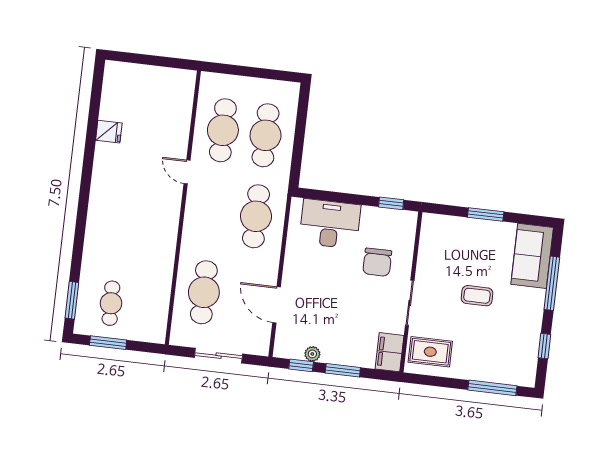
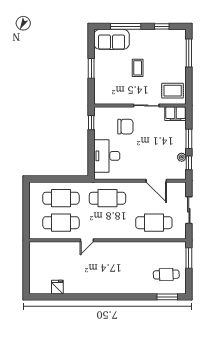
fridge: (109, 132) -> (57, 287), moved
door: (277, 305) -> (156, 181), hinge flipped
window: (108, 343) -> (189, 258), moved
rug: (430, 352) -> (173, 91), turned 90

